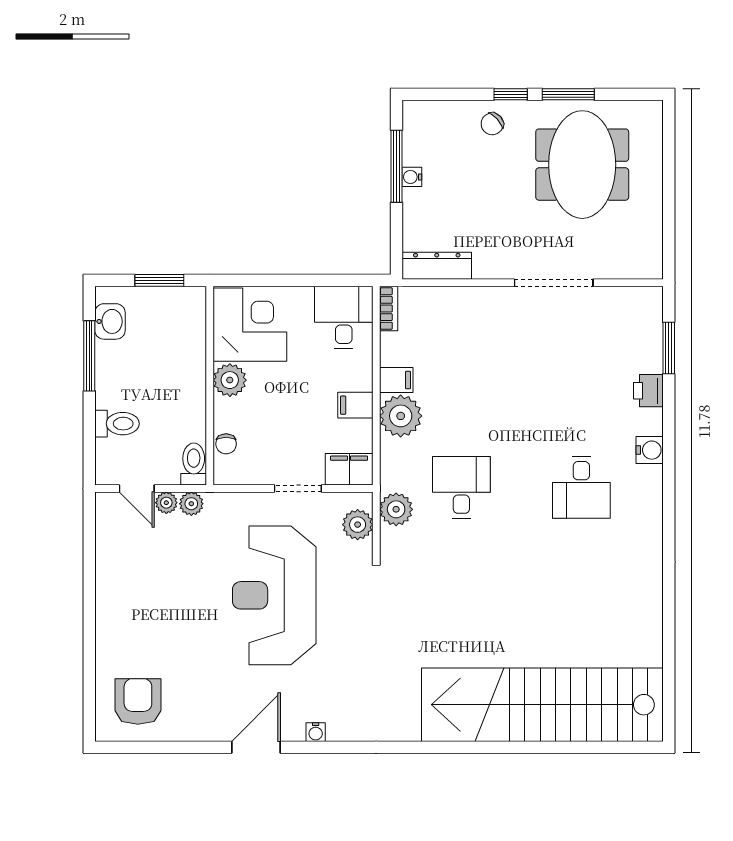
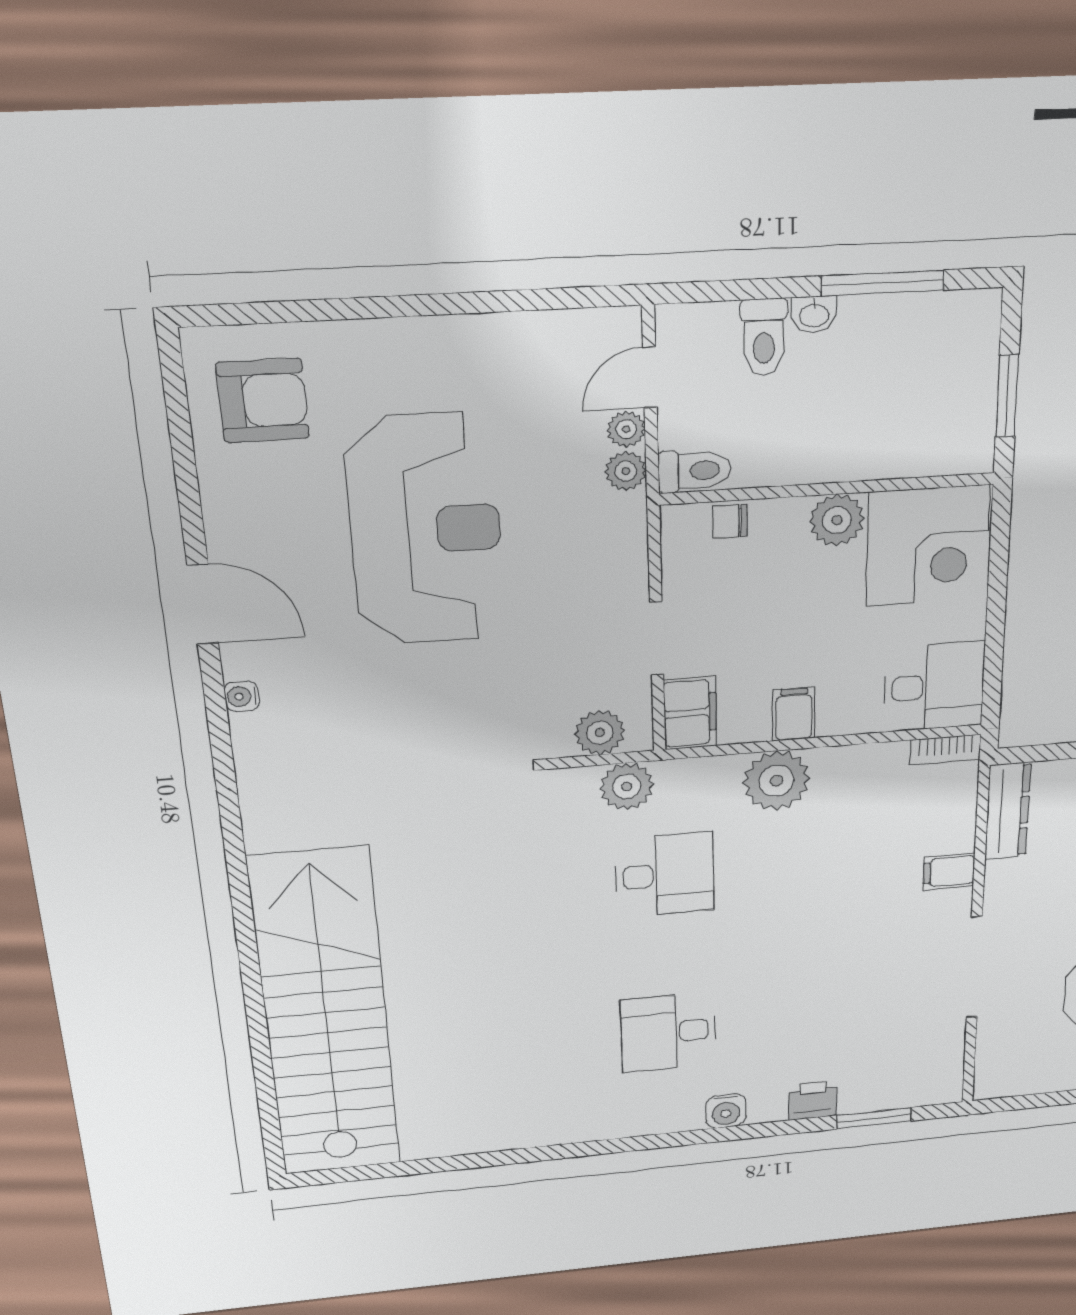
washbasin: (110, 321) -> (814, 315), moved, width x0.72, depth x0.69
filing cabinet: (396, 380) -> (949, 871), moved, turned 90
reception desk: (274, 595) -> (426, 530), moved, turned 90

